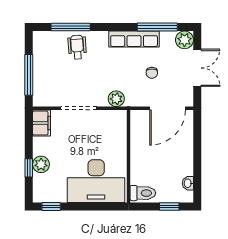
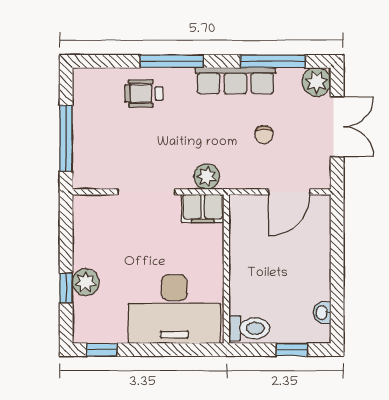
window: (71, 27) -> (172, 61), moved
wheelchair: (77, 47) -> (144, 94), turned -86
door: (168, 108) -> (289, 192), width x0.73
filing cabinet: (41, 123) -> (203, 208), moved, turned 90

